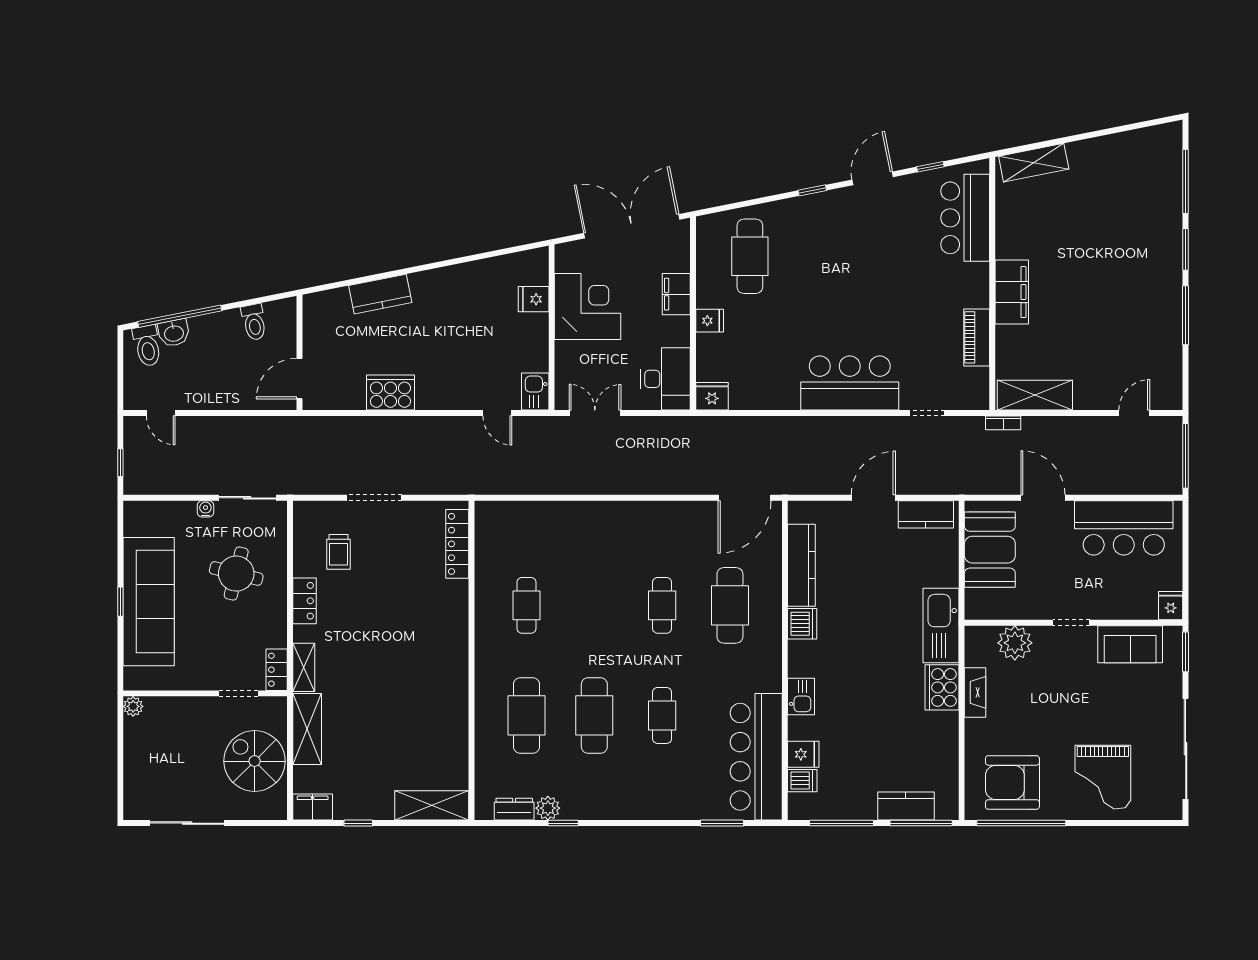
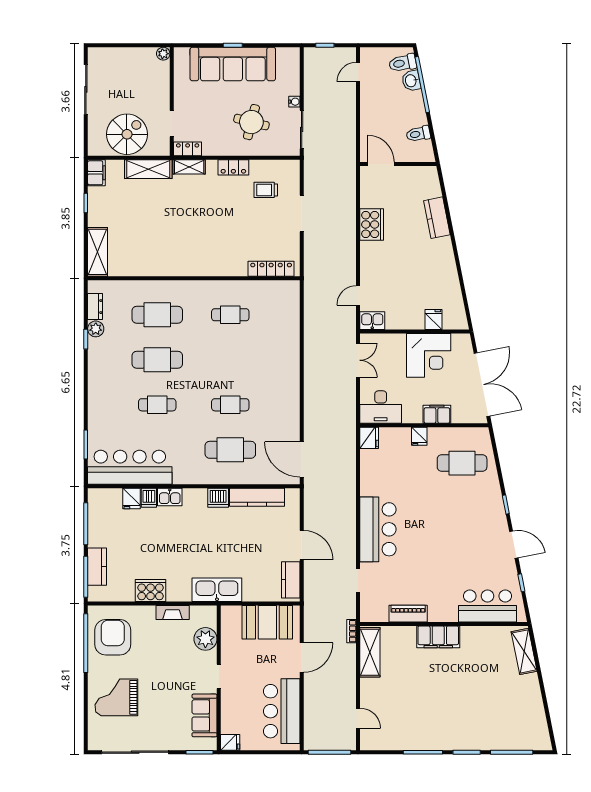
cooker: (942, 687) -> (151, 591), moved
dishwasher: (802, 781) -> (149, 498), moved

